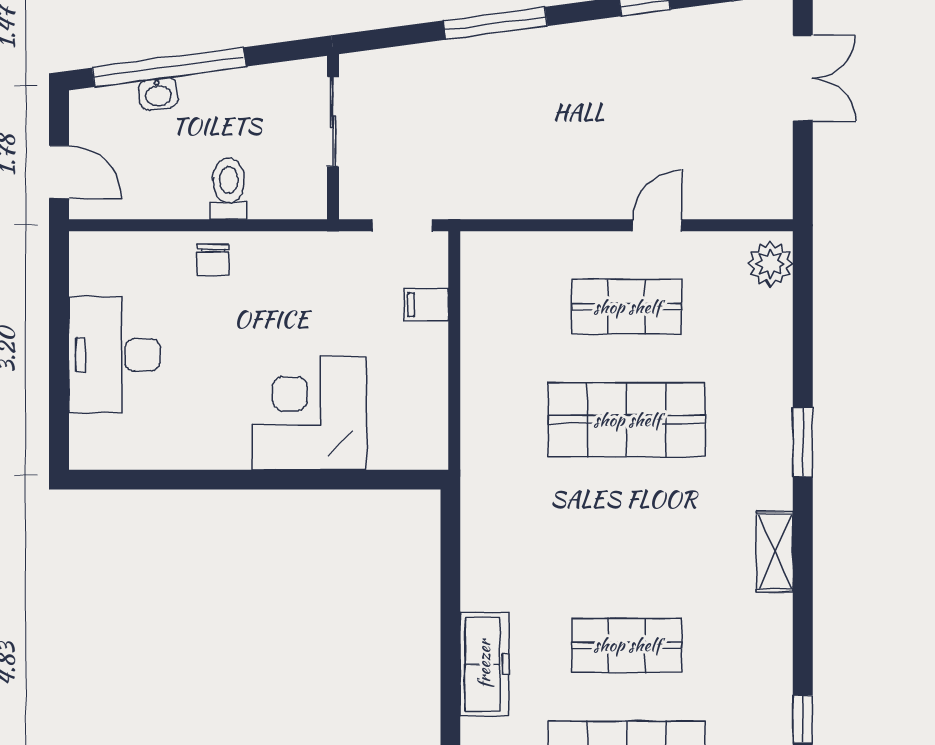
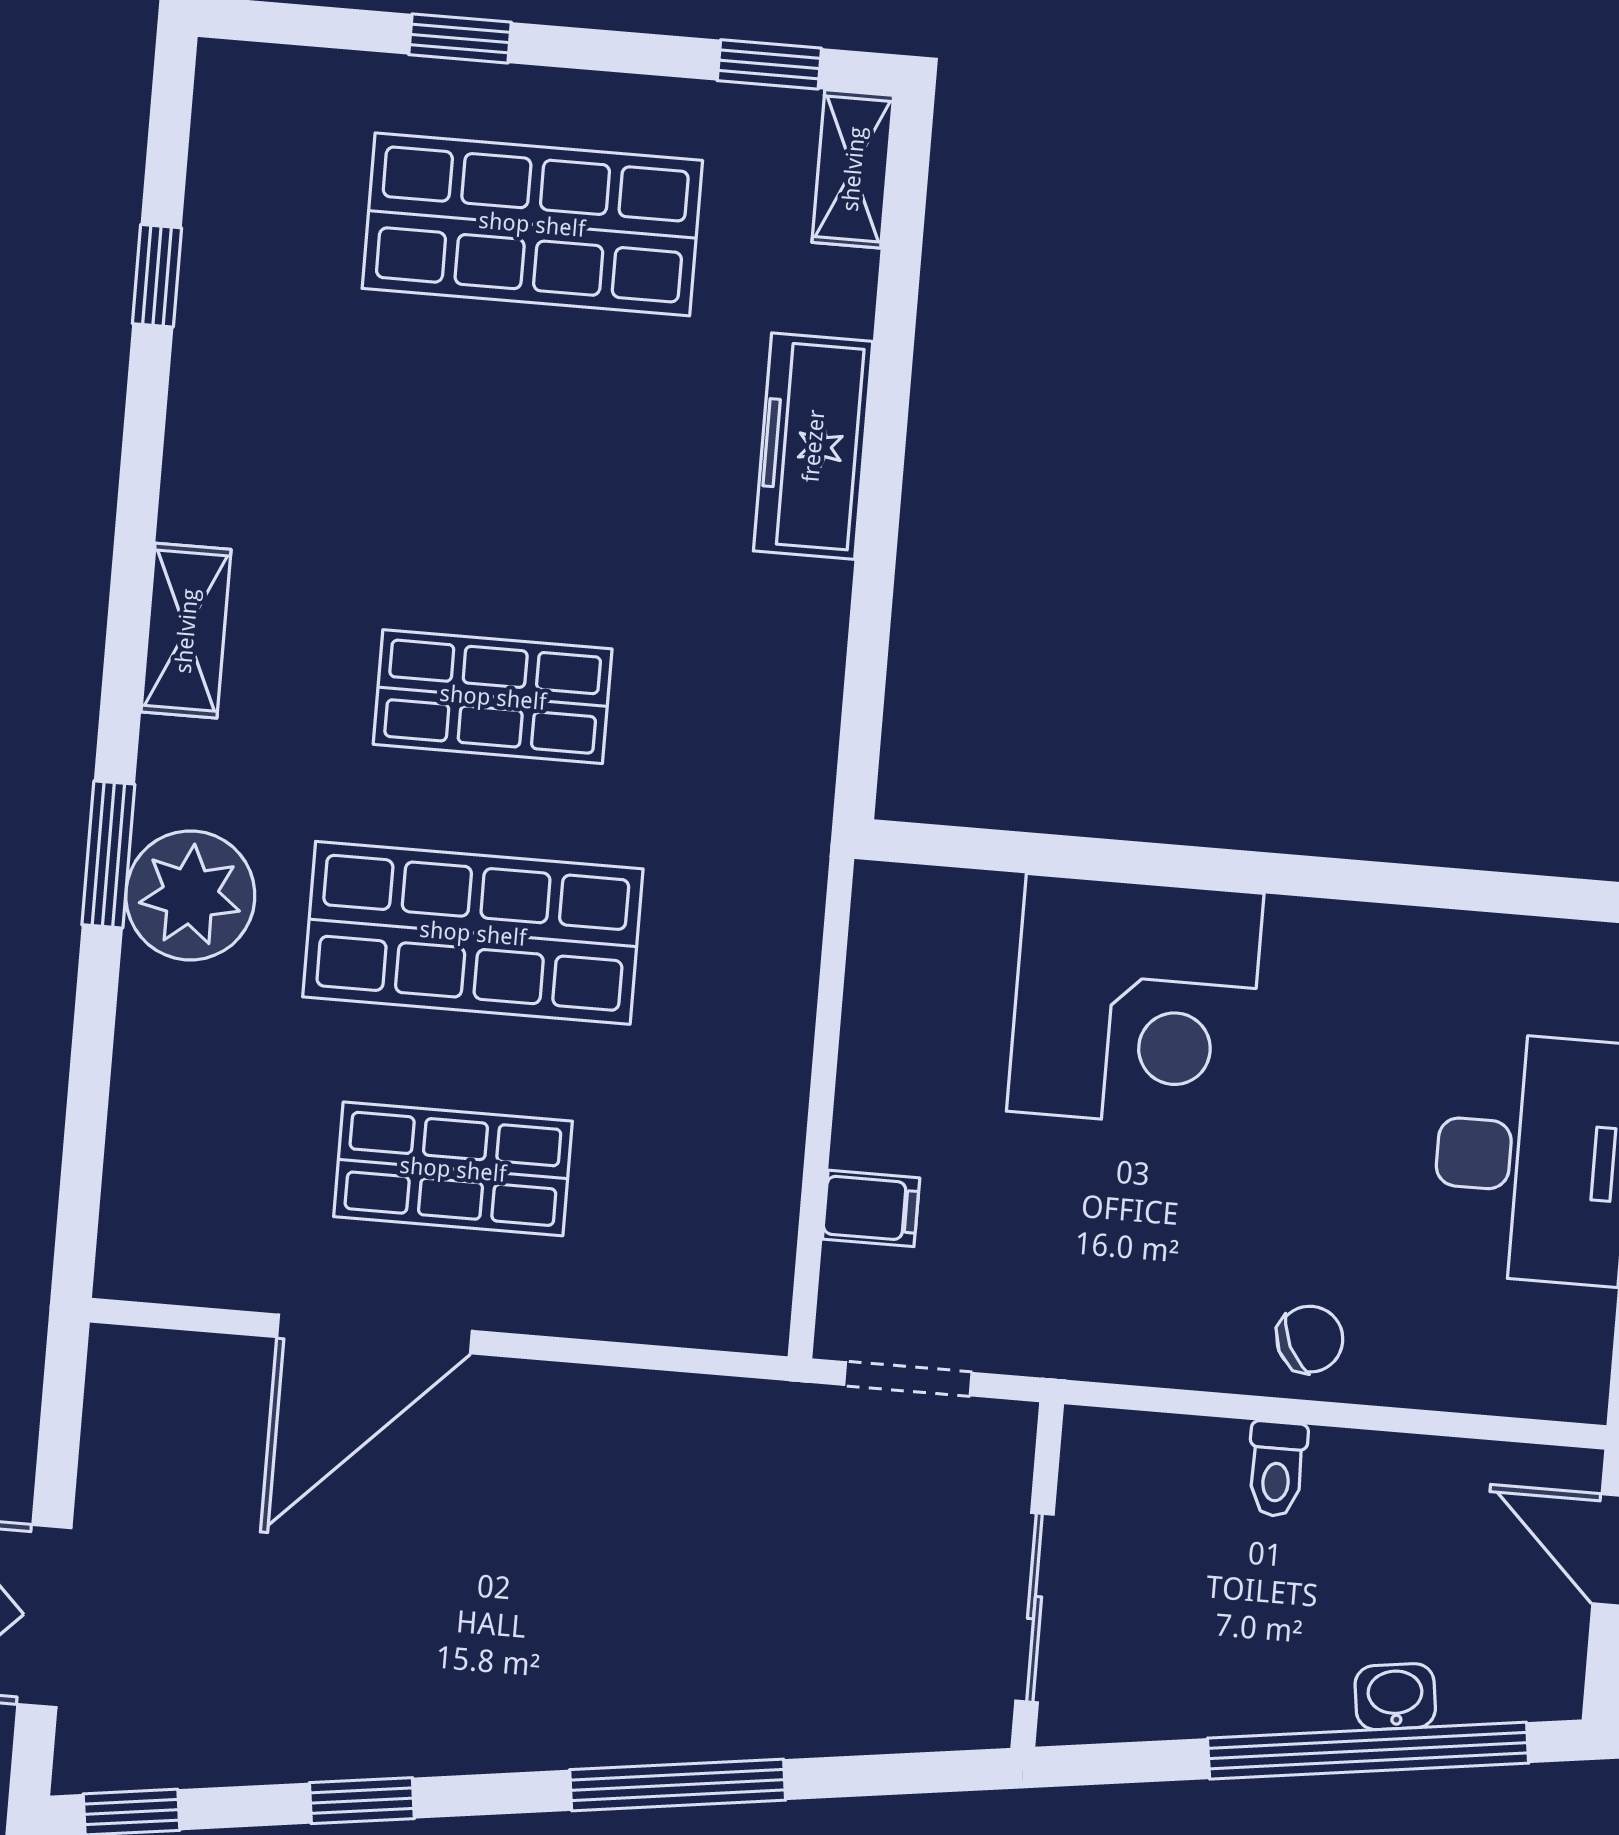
toilet: (229, 189) -> (1277, 1469), width x0.73, depth x0.72
door: (657, 225) -> (374, 1334), width x1.87
chair: (213, 260) -> (1310, 1339), turned 64
plant: (770, 264) -> (190, 895), moved, width x1.36, depth x1.36
shop shelf: (627, 645) -> (493, 697), moved

